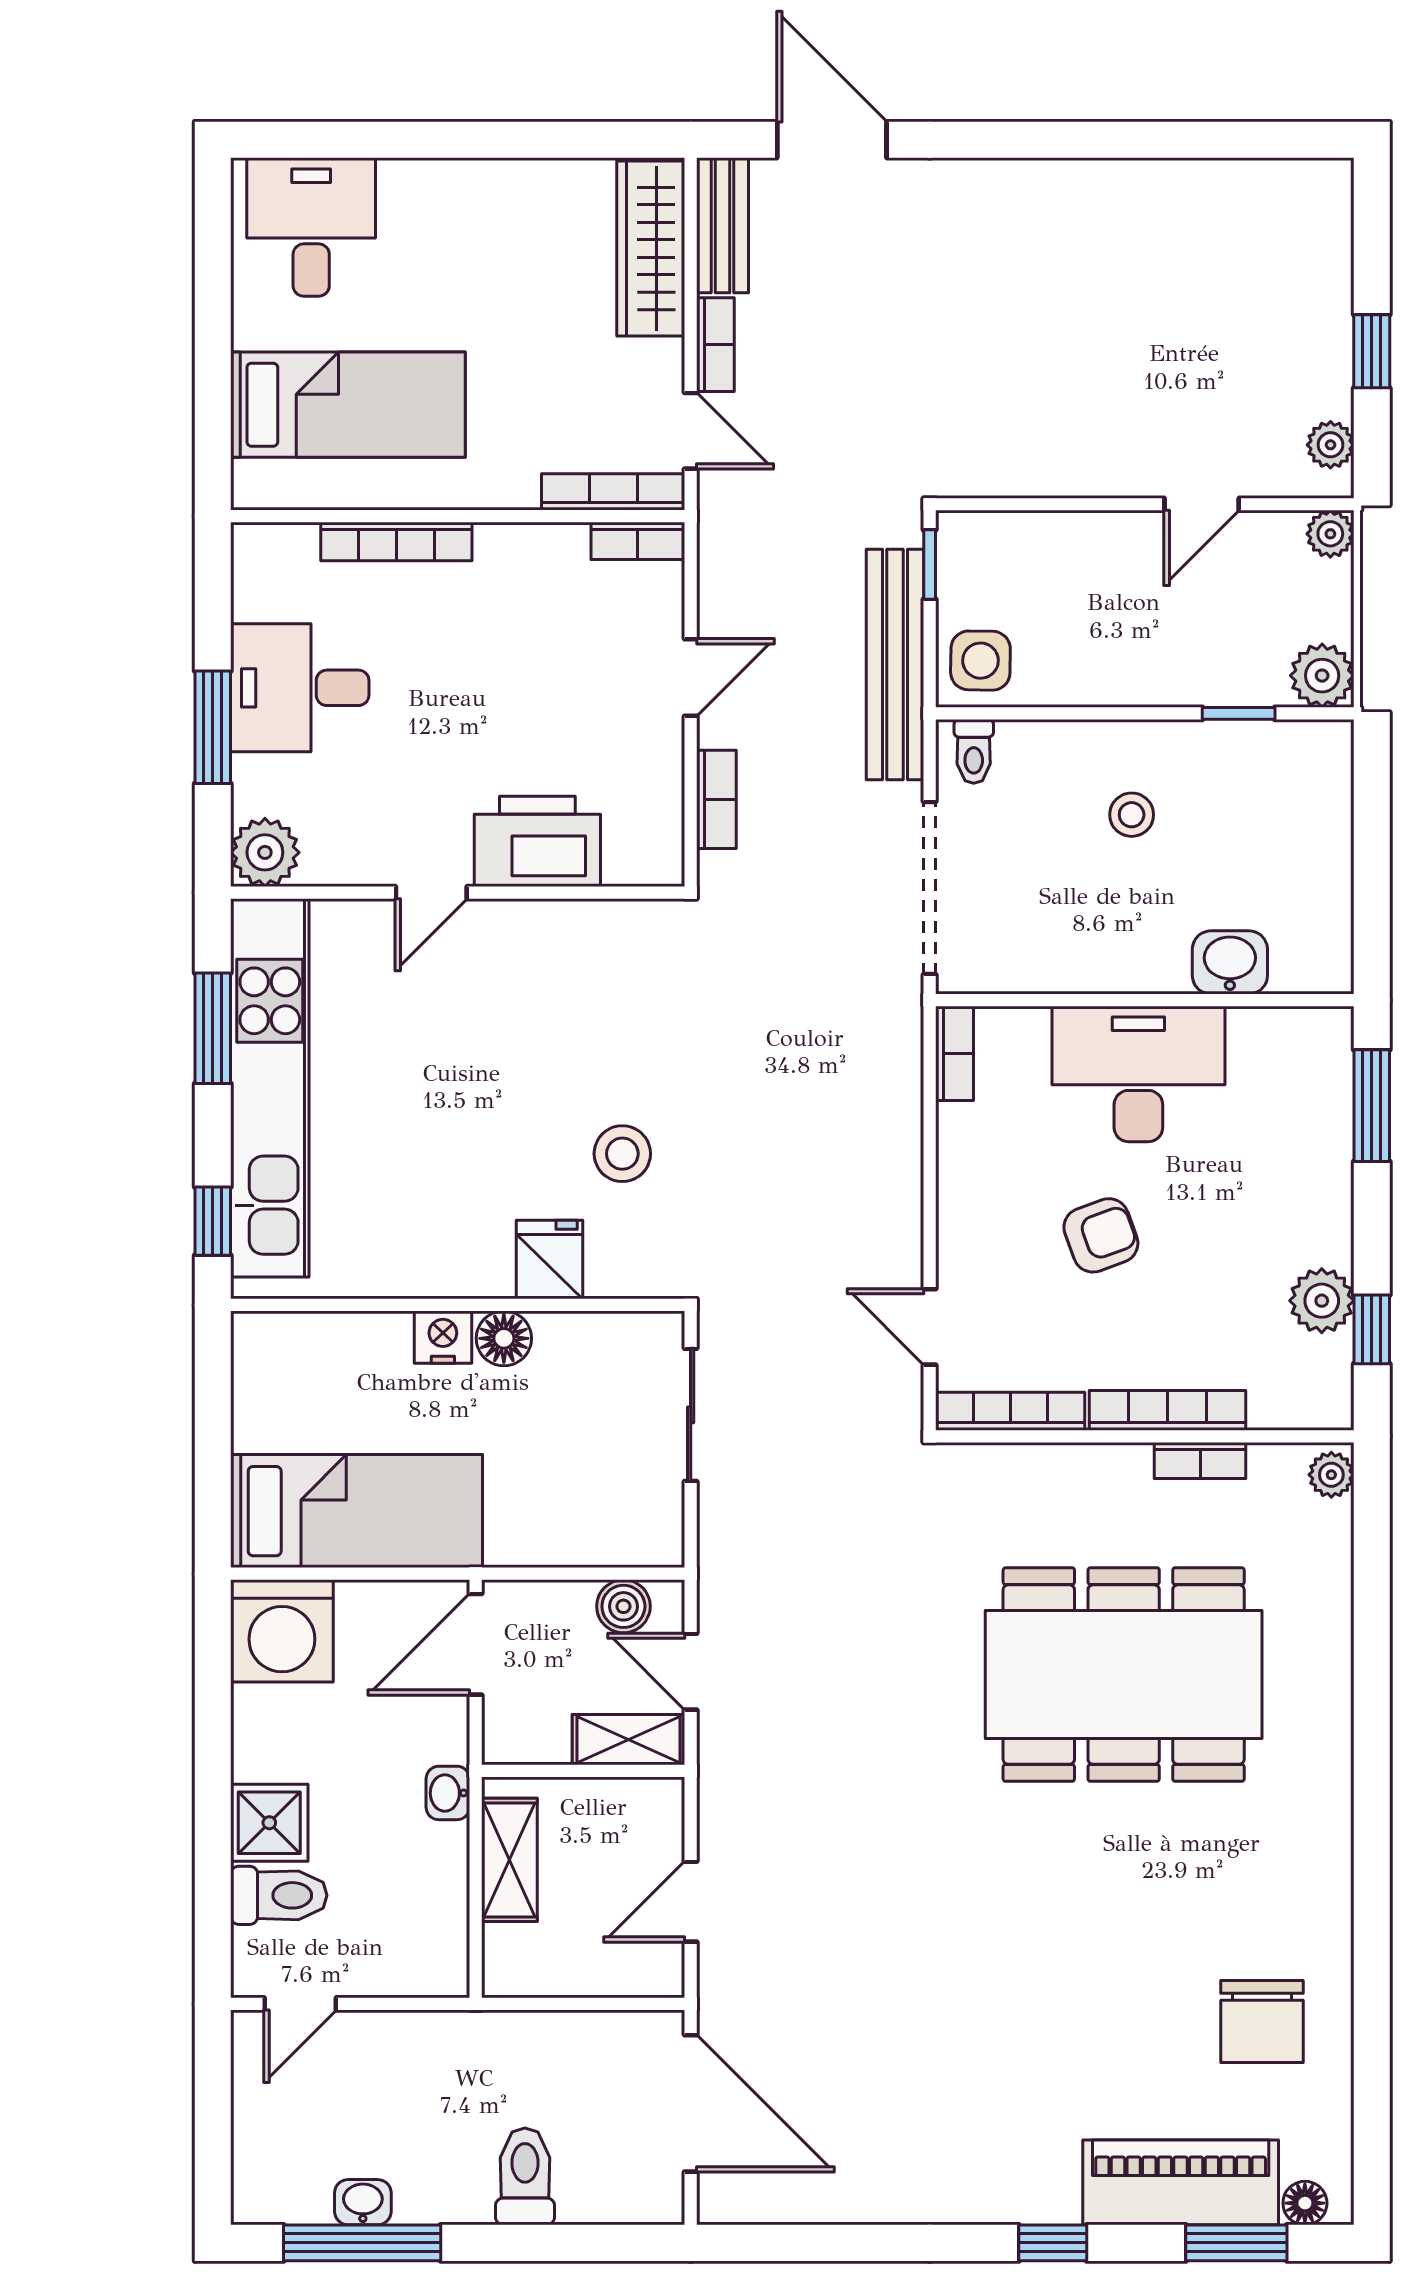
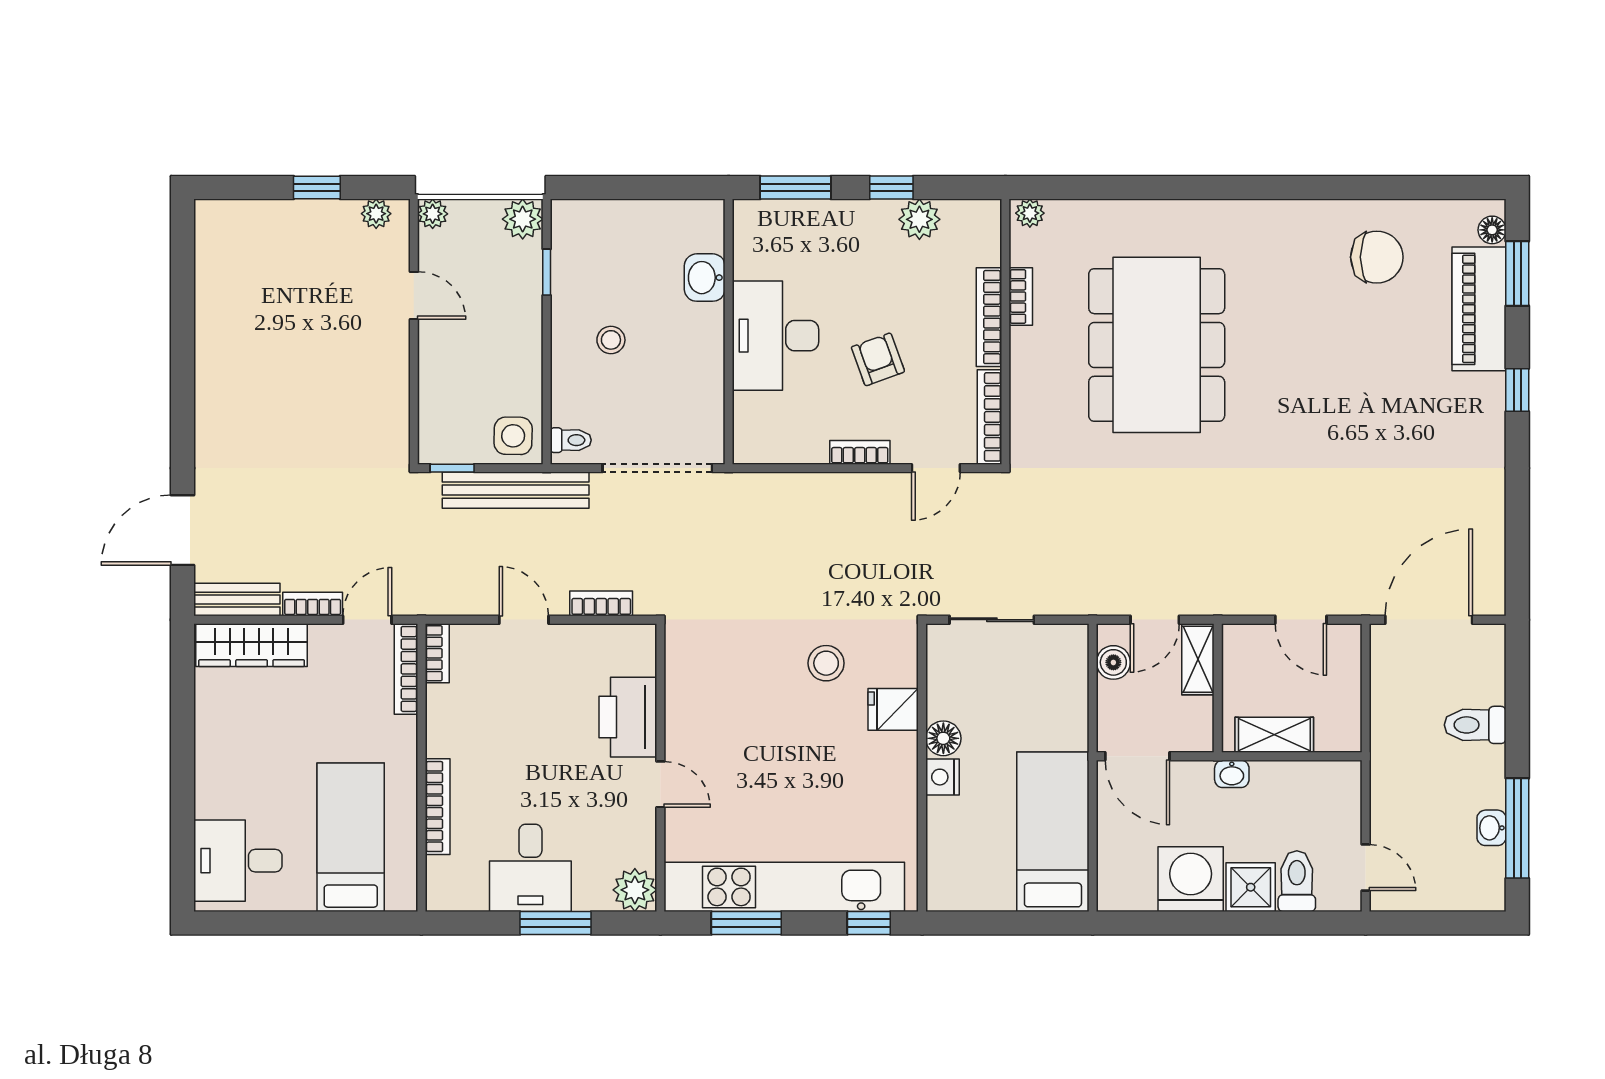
bookcase: (955, 1053) -> (860, 452), moved
window: (1372, 1329) -> (891, 187), moved
washing machine: (282, 1631) -> (1191, 879), moved, turned -90

